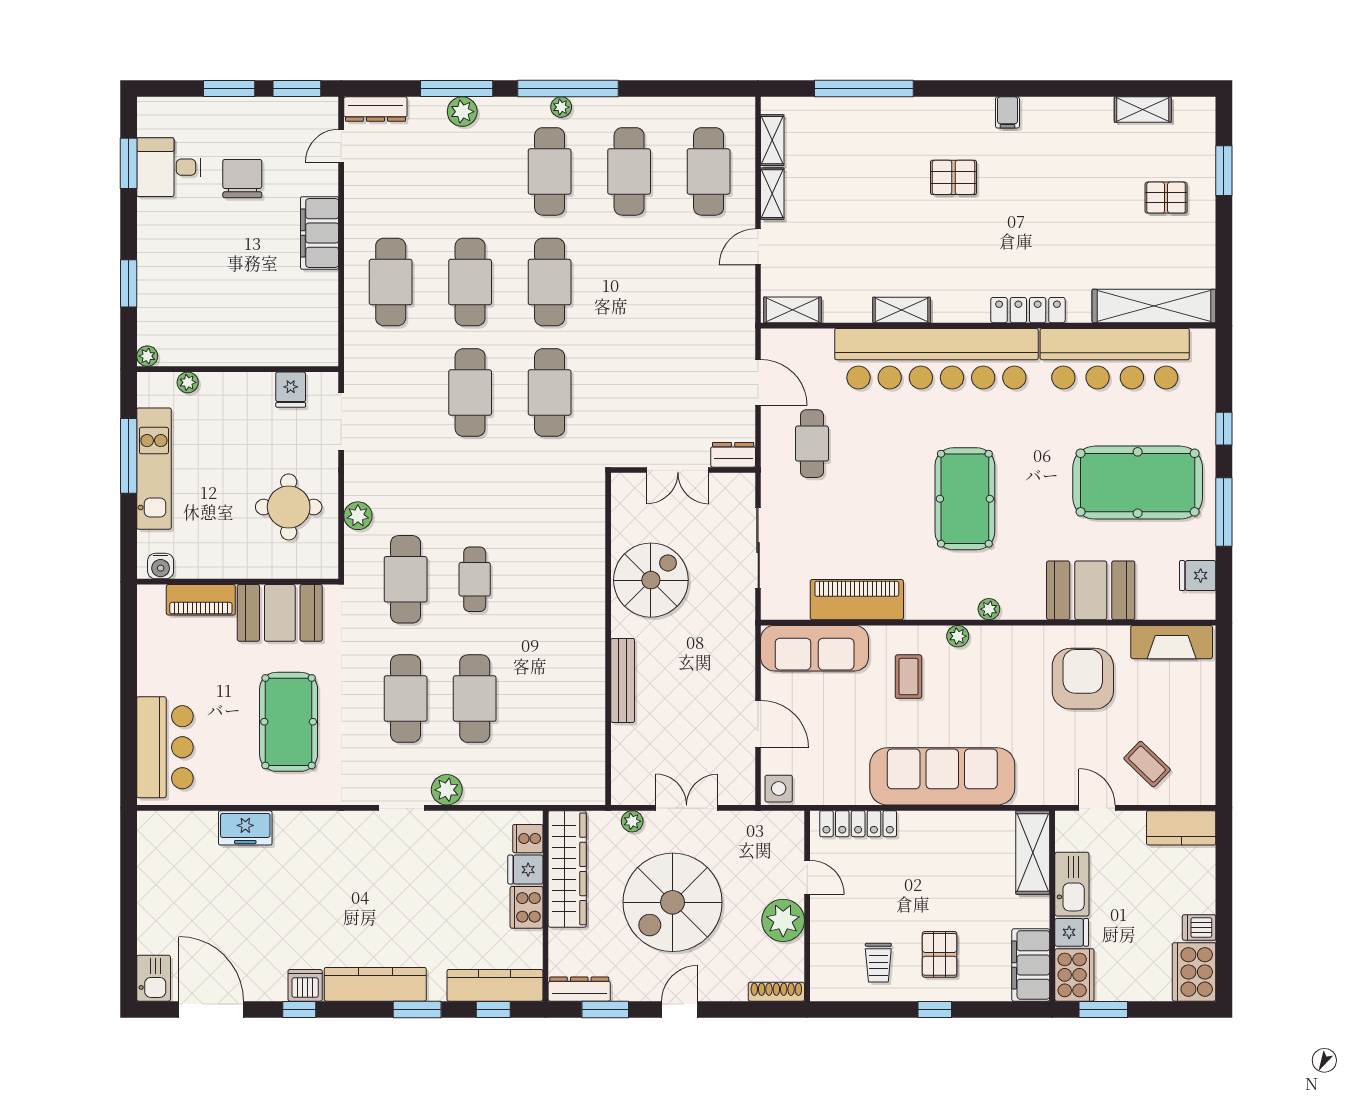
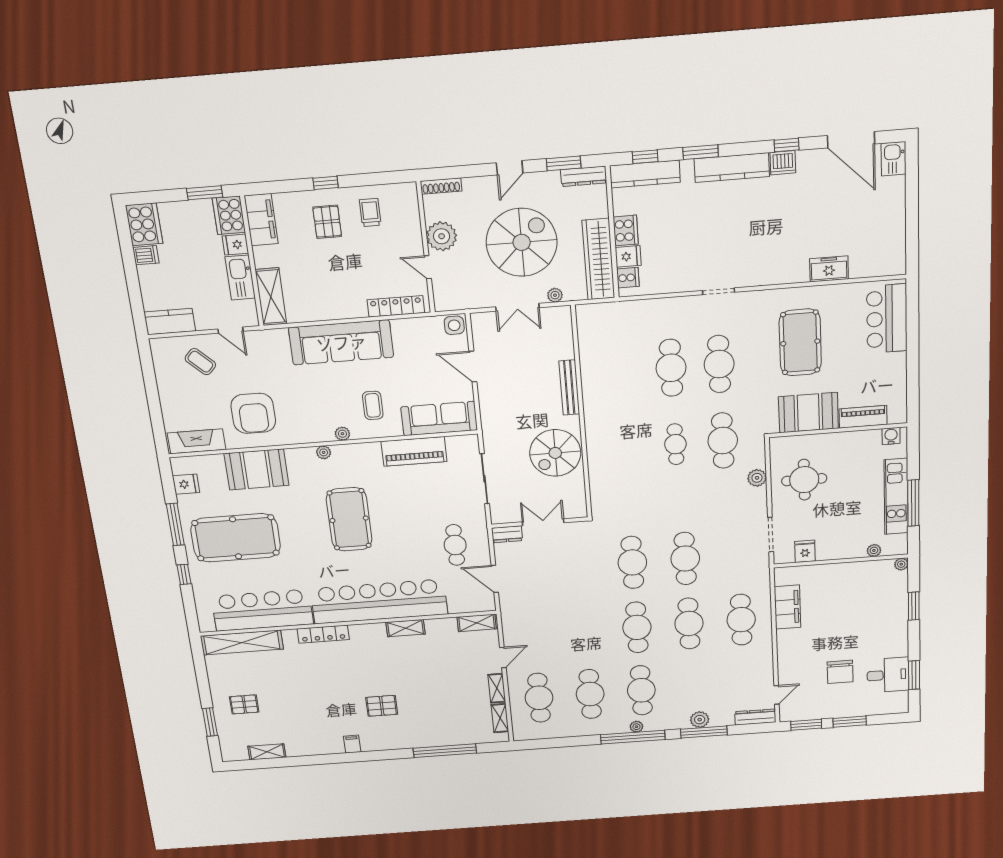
filing cabinet: (320, 233) -> (788, 607), moved
plant: (447, 790) -> (687, 306), removed

